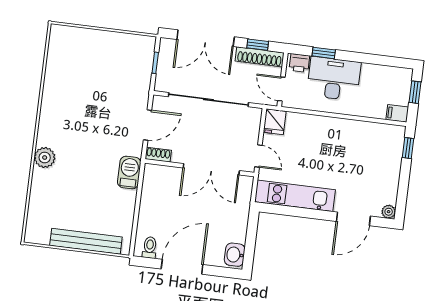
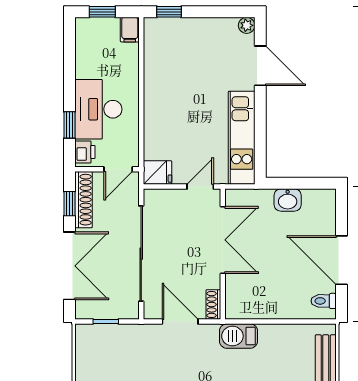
washbasin: (235, 255) -> (288, 200), moved

